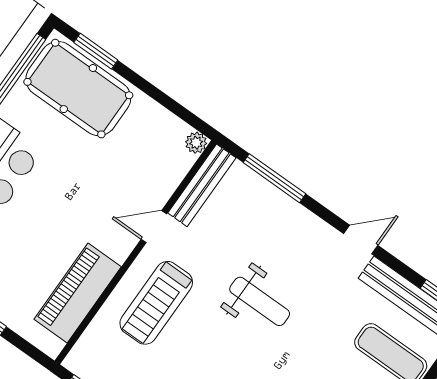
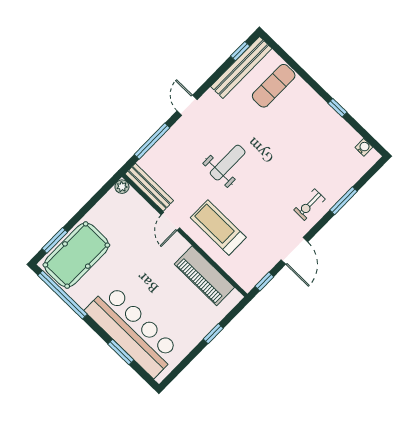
door: (361, 240) -> (187, 105), moved
treadmill: (156, 303) -> (218, 227), turned 180

